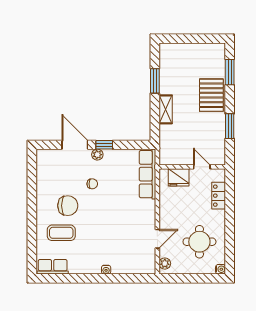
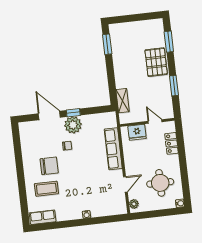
window: (155, 81) -> (107, 44), moved
shelving: (166, 109) -> (123, 101), moved
plant: (97, 155) -> (73, 125), width x1.88, depth x1.88
row of seats: (148, 174) -> (113, 149), moved

